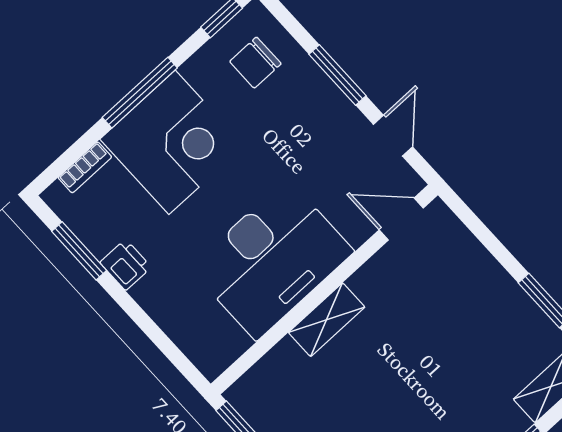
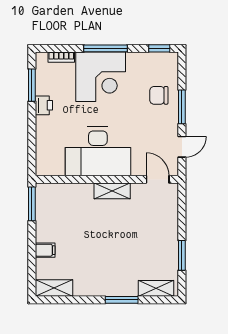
chair: (255, 63) -> (159, 95), moved
shelving: (327, 320) -> (112, 191), moved

